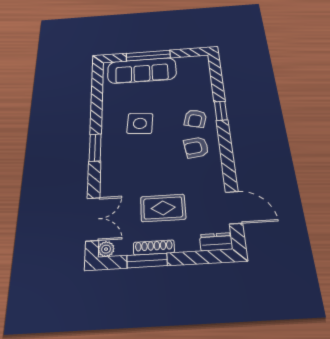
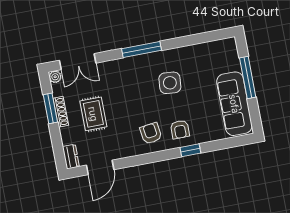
sofa: (142, 70) -> (234, 104), moved
armchair: (195, 119) -> (180, 129), turned -105
window: (95, 148) -> (142, 49), width x1.44

